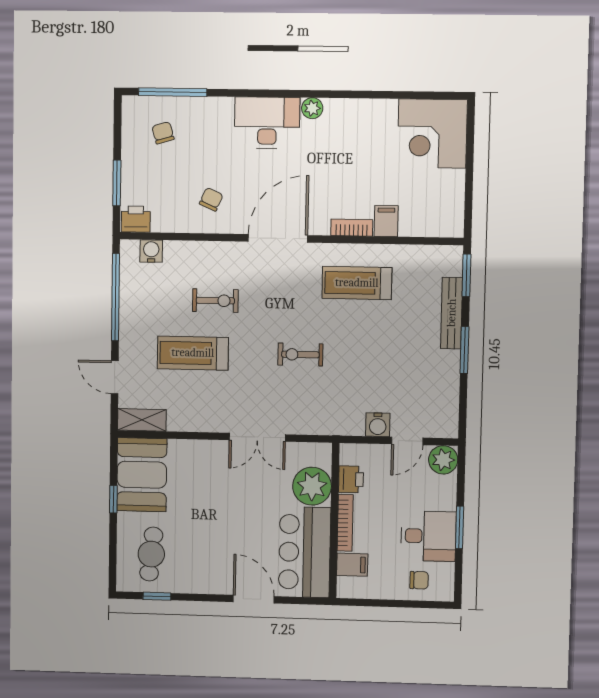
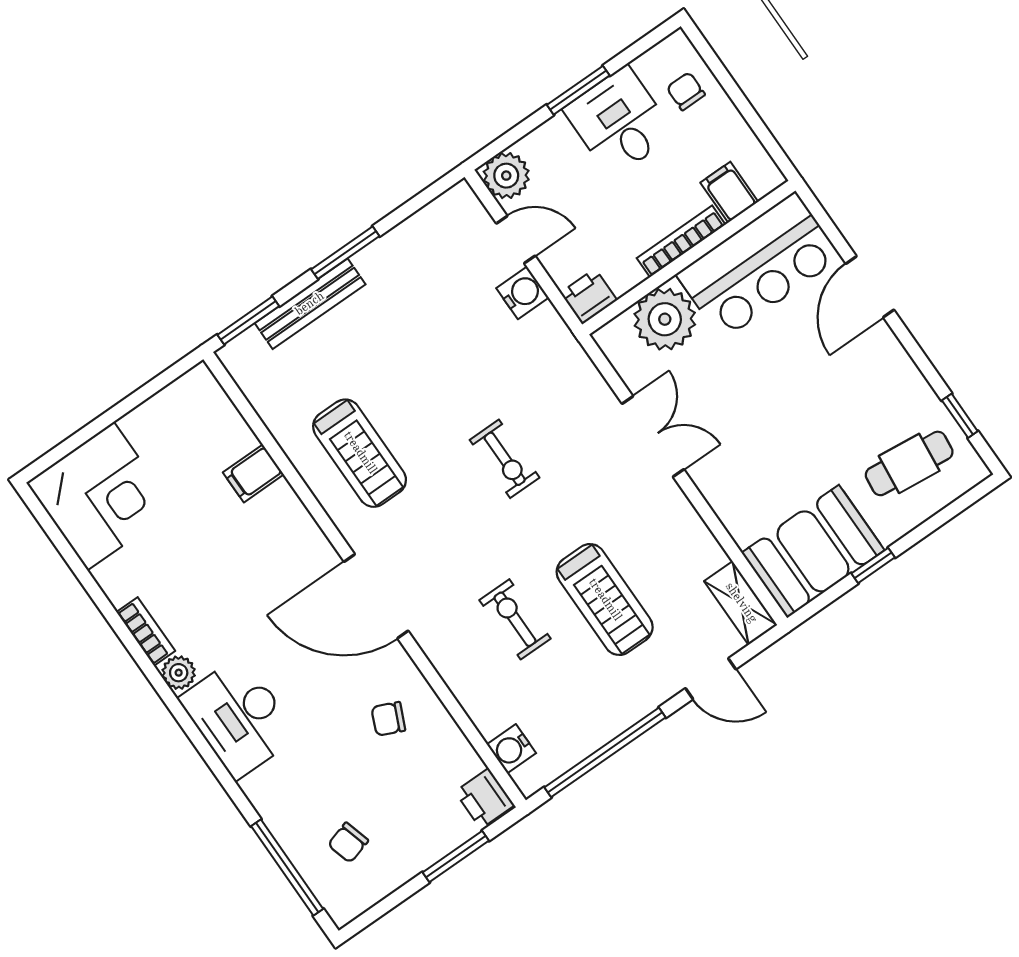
bookcase: (352, 228) -> (146, 632), moved, turned 180
door: (115, 377) -> (711, 679), hinge flipped
printer: (351, 479) -> (589, 296), moved

